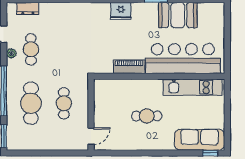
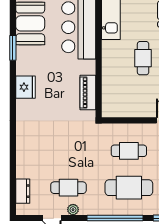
piano: (129, 67) -> (88, 93), moved

